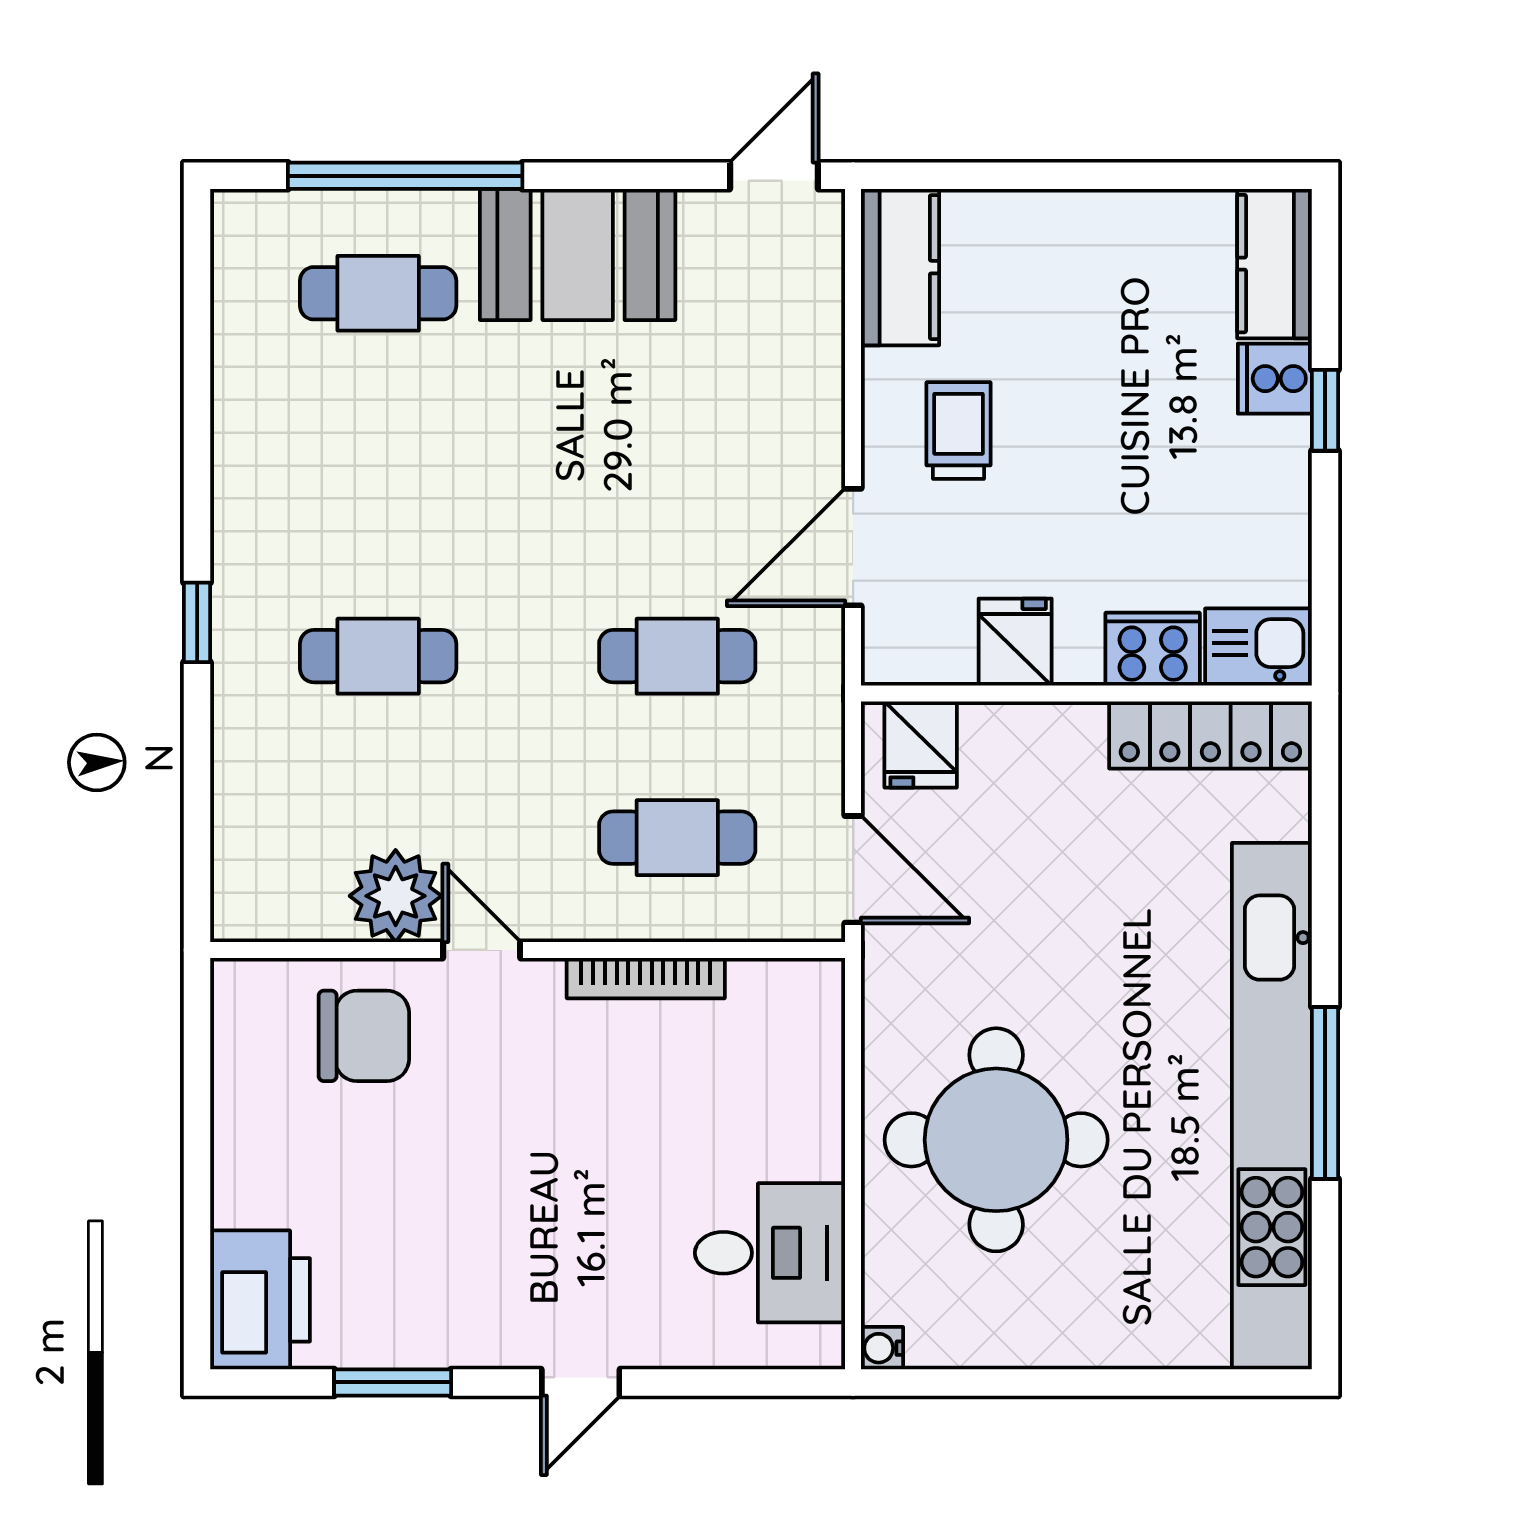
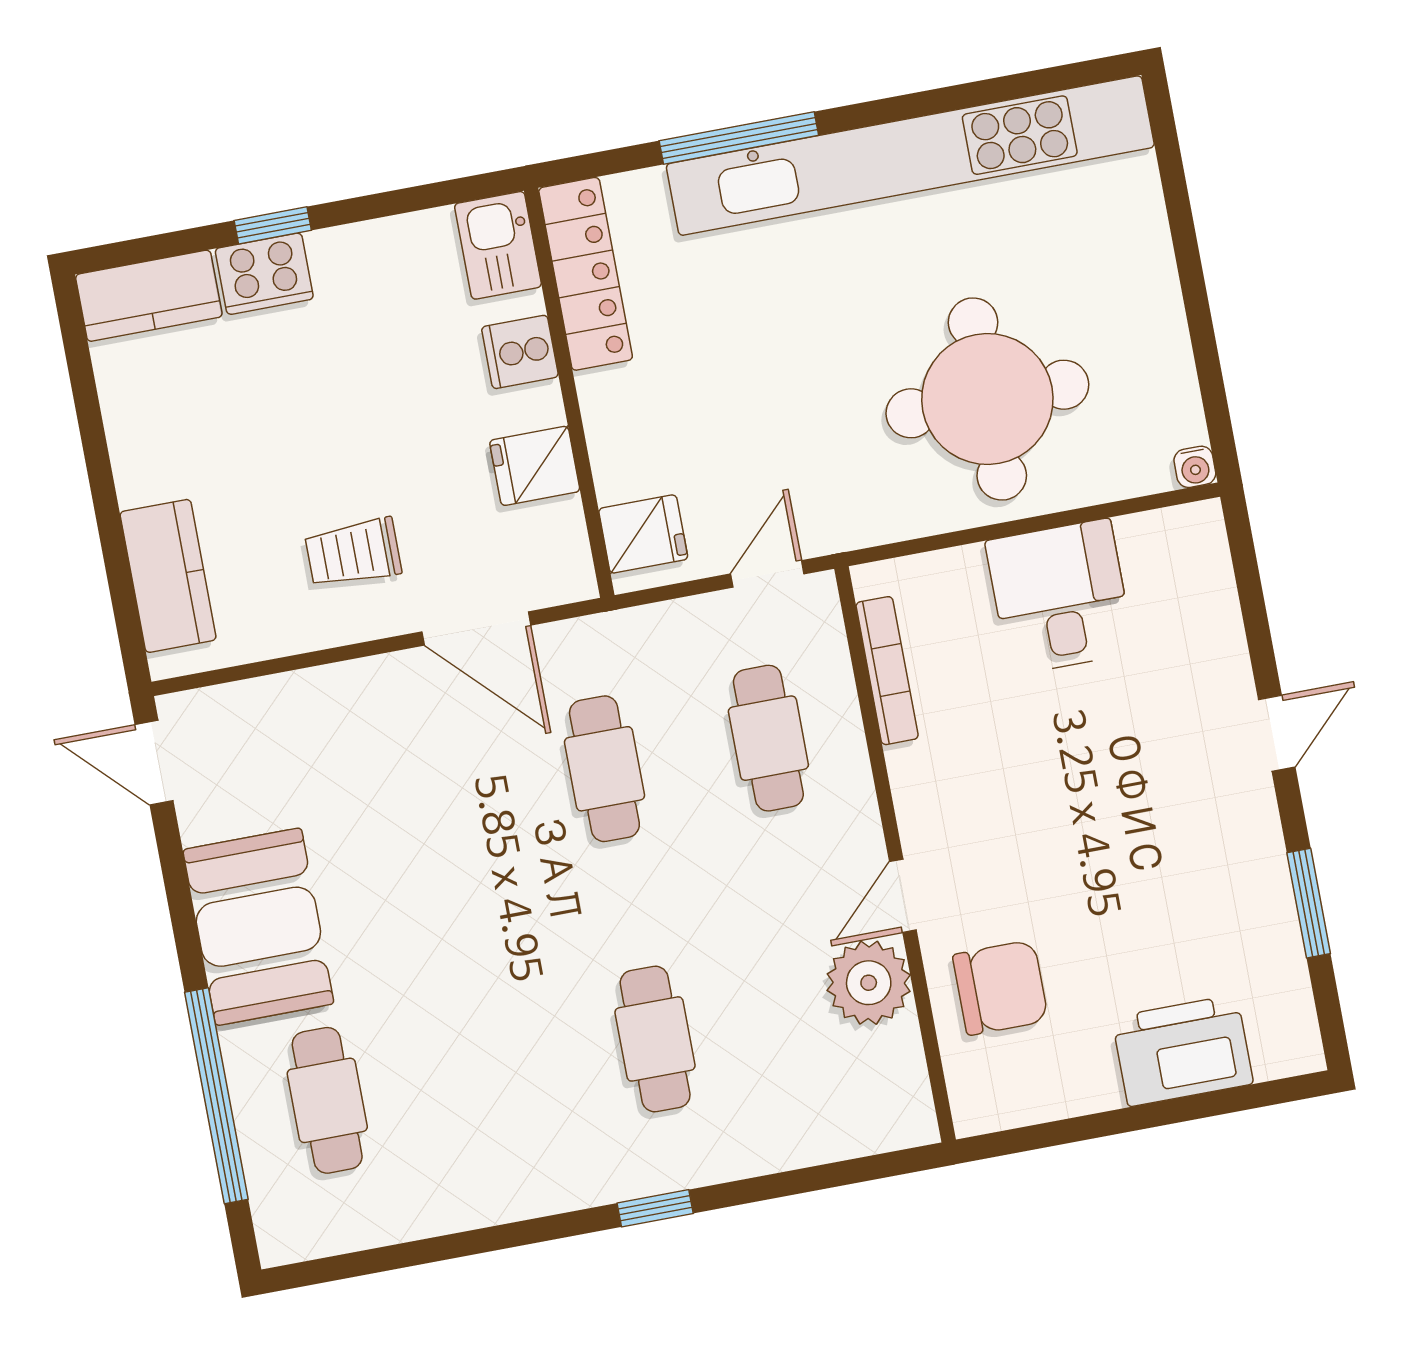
kitchen counter: (900, 267) -> (168, 576), moved, turned 90
cooker: (1275, 379) -> (264, 274), width x1.36
cooker: (1153, 649) -> (520, 352), width x0.73
door: (853, 869) -> (767, 574), width x0.73
bookcase: (646, 978) -> (887, 671), moved
chair: (364, 1036) -> (1000, 988), turned 90
window: (1325, 1093) -> (739, 138), moved
desk: (770, 1253) -> (1060, 597), moved
printer: (260, 1300) -> (1183, 1051), moved
door: (581, 1382) -> (1277, 733), hinge flipped

